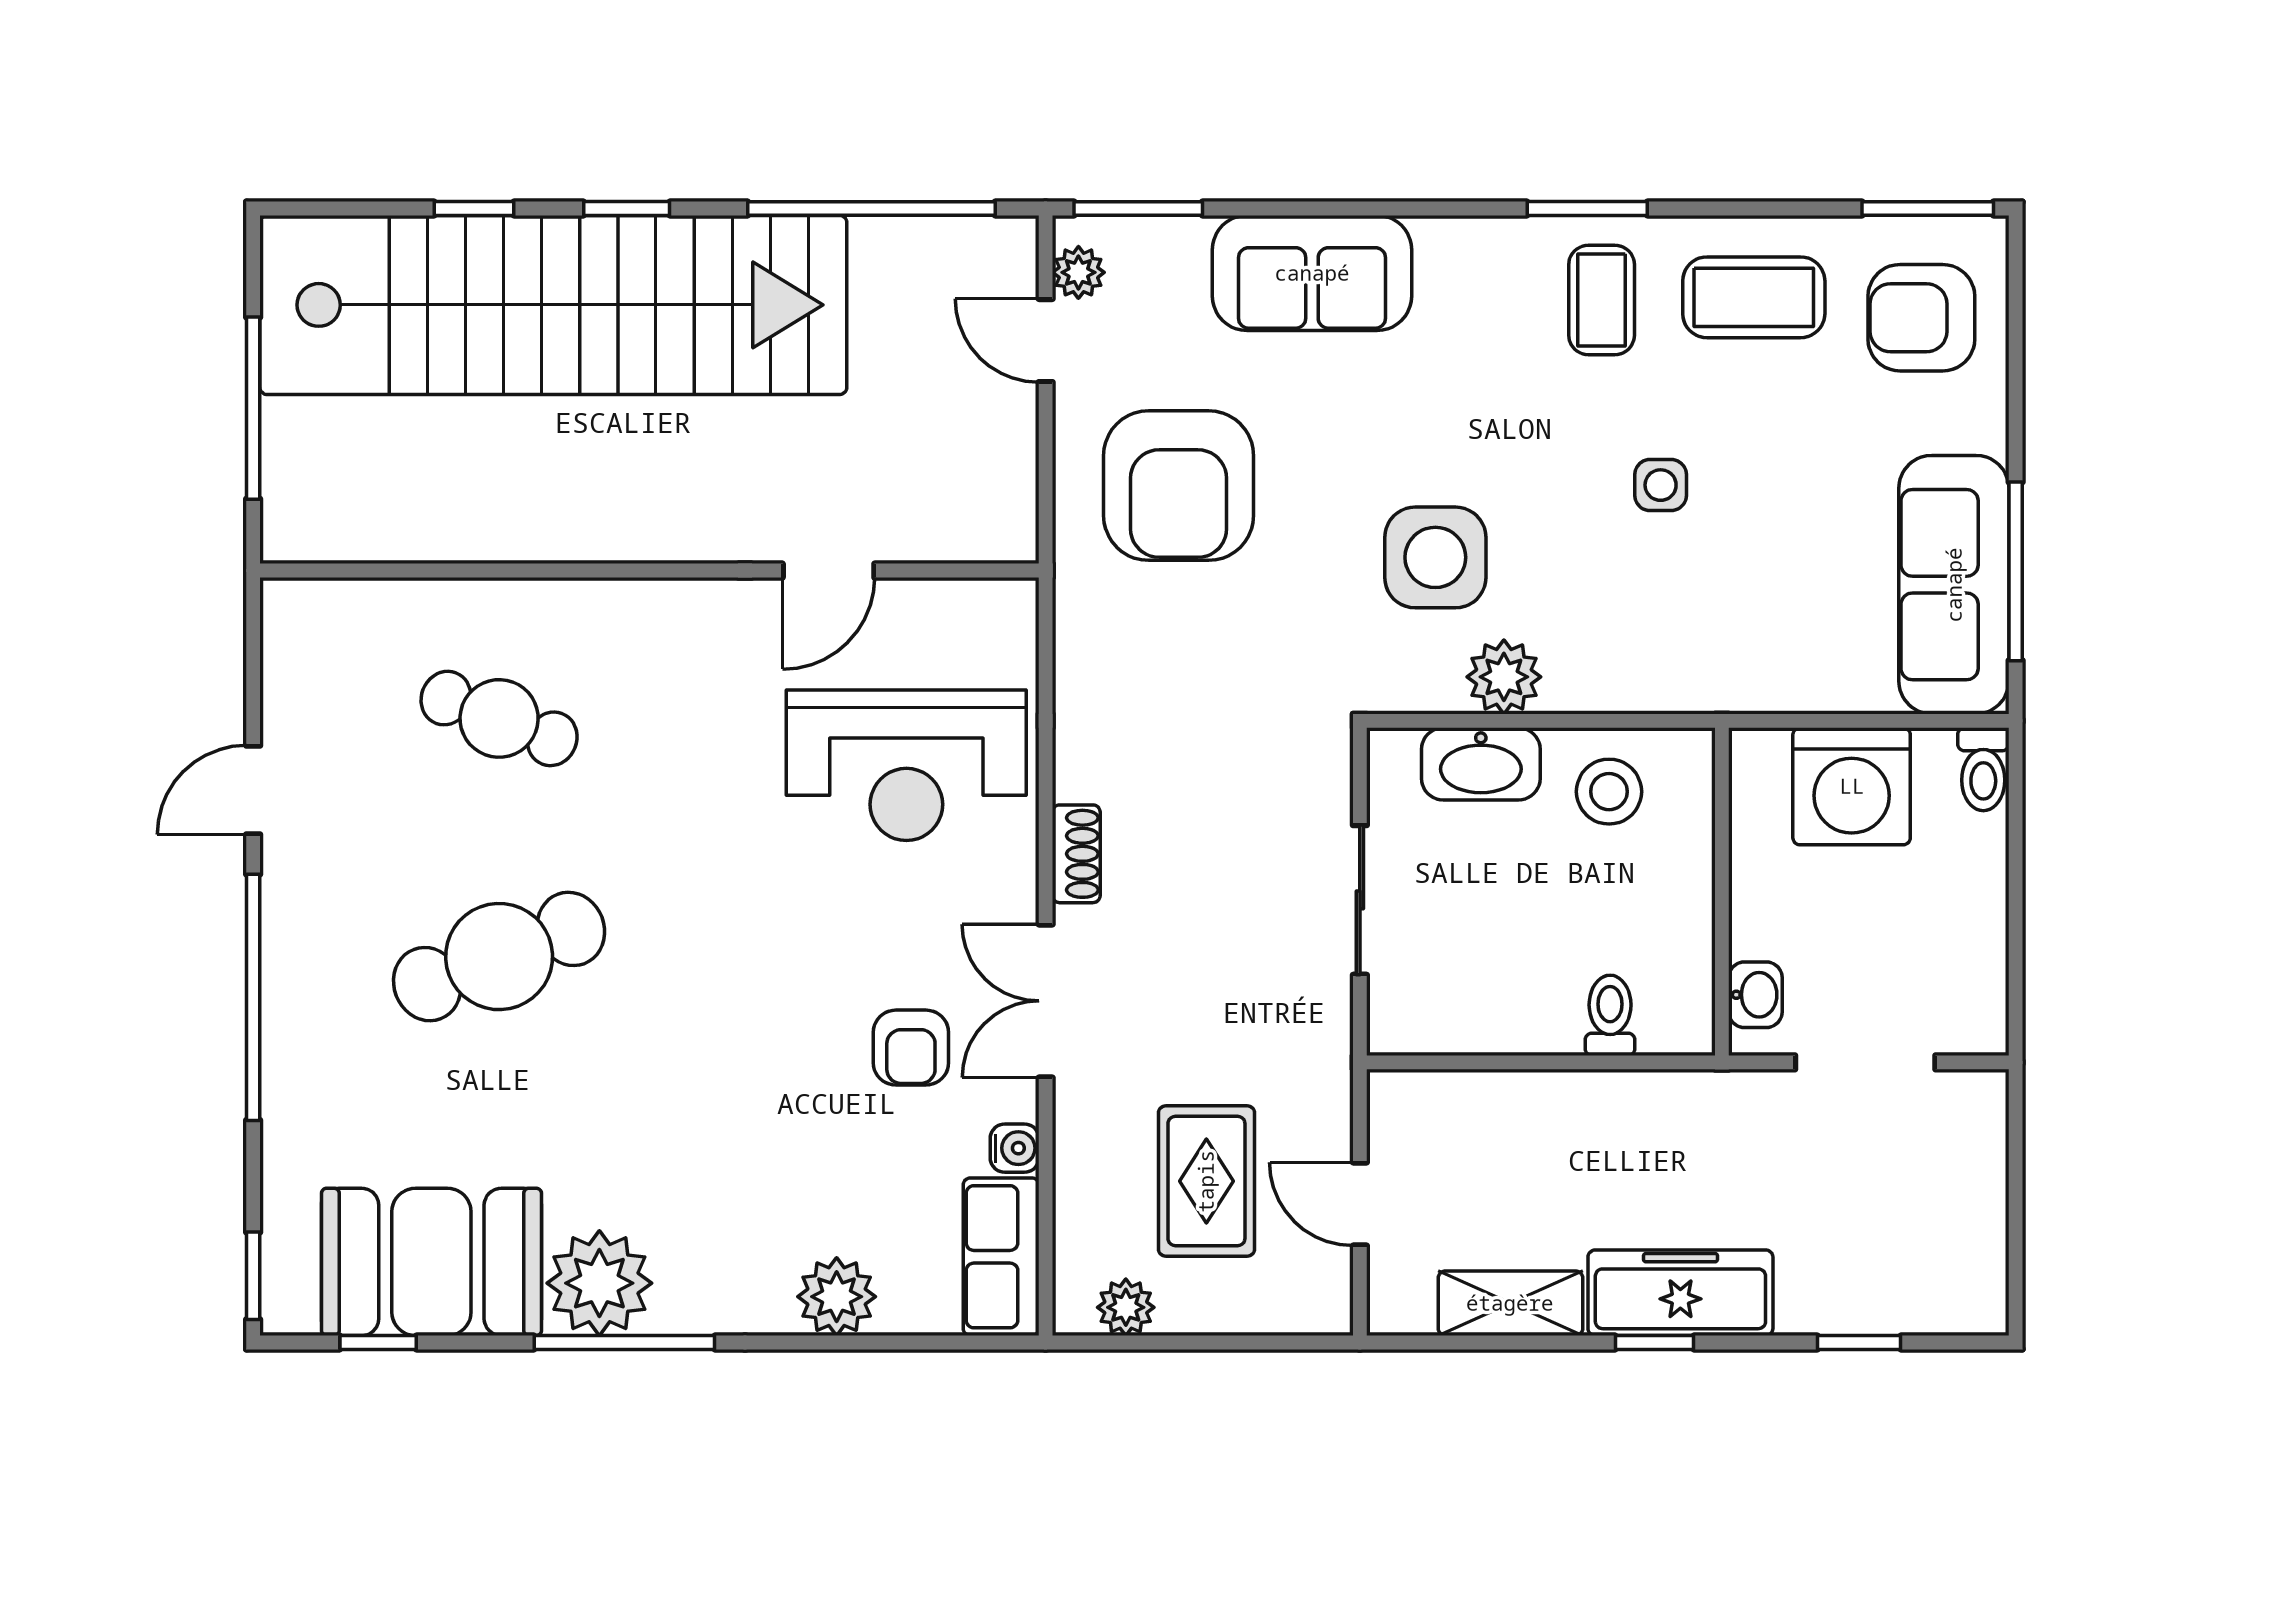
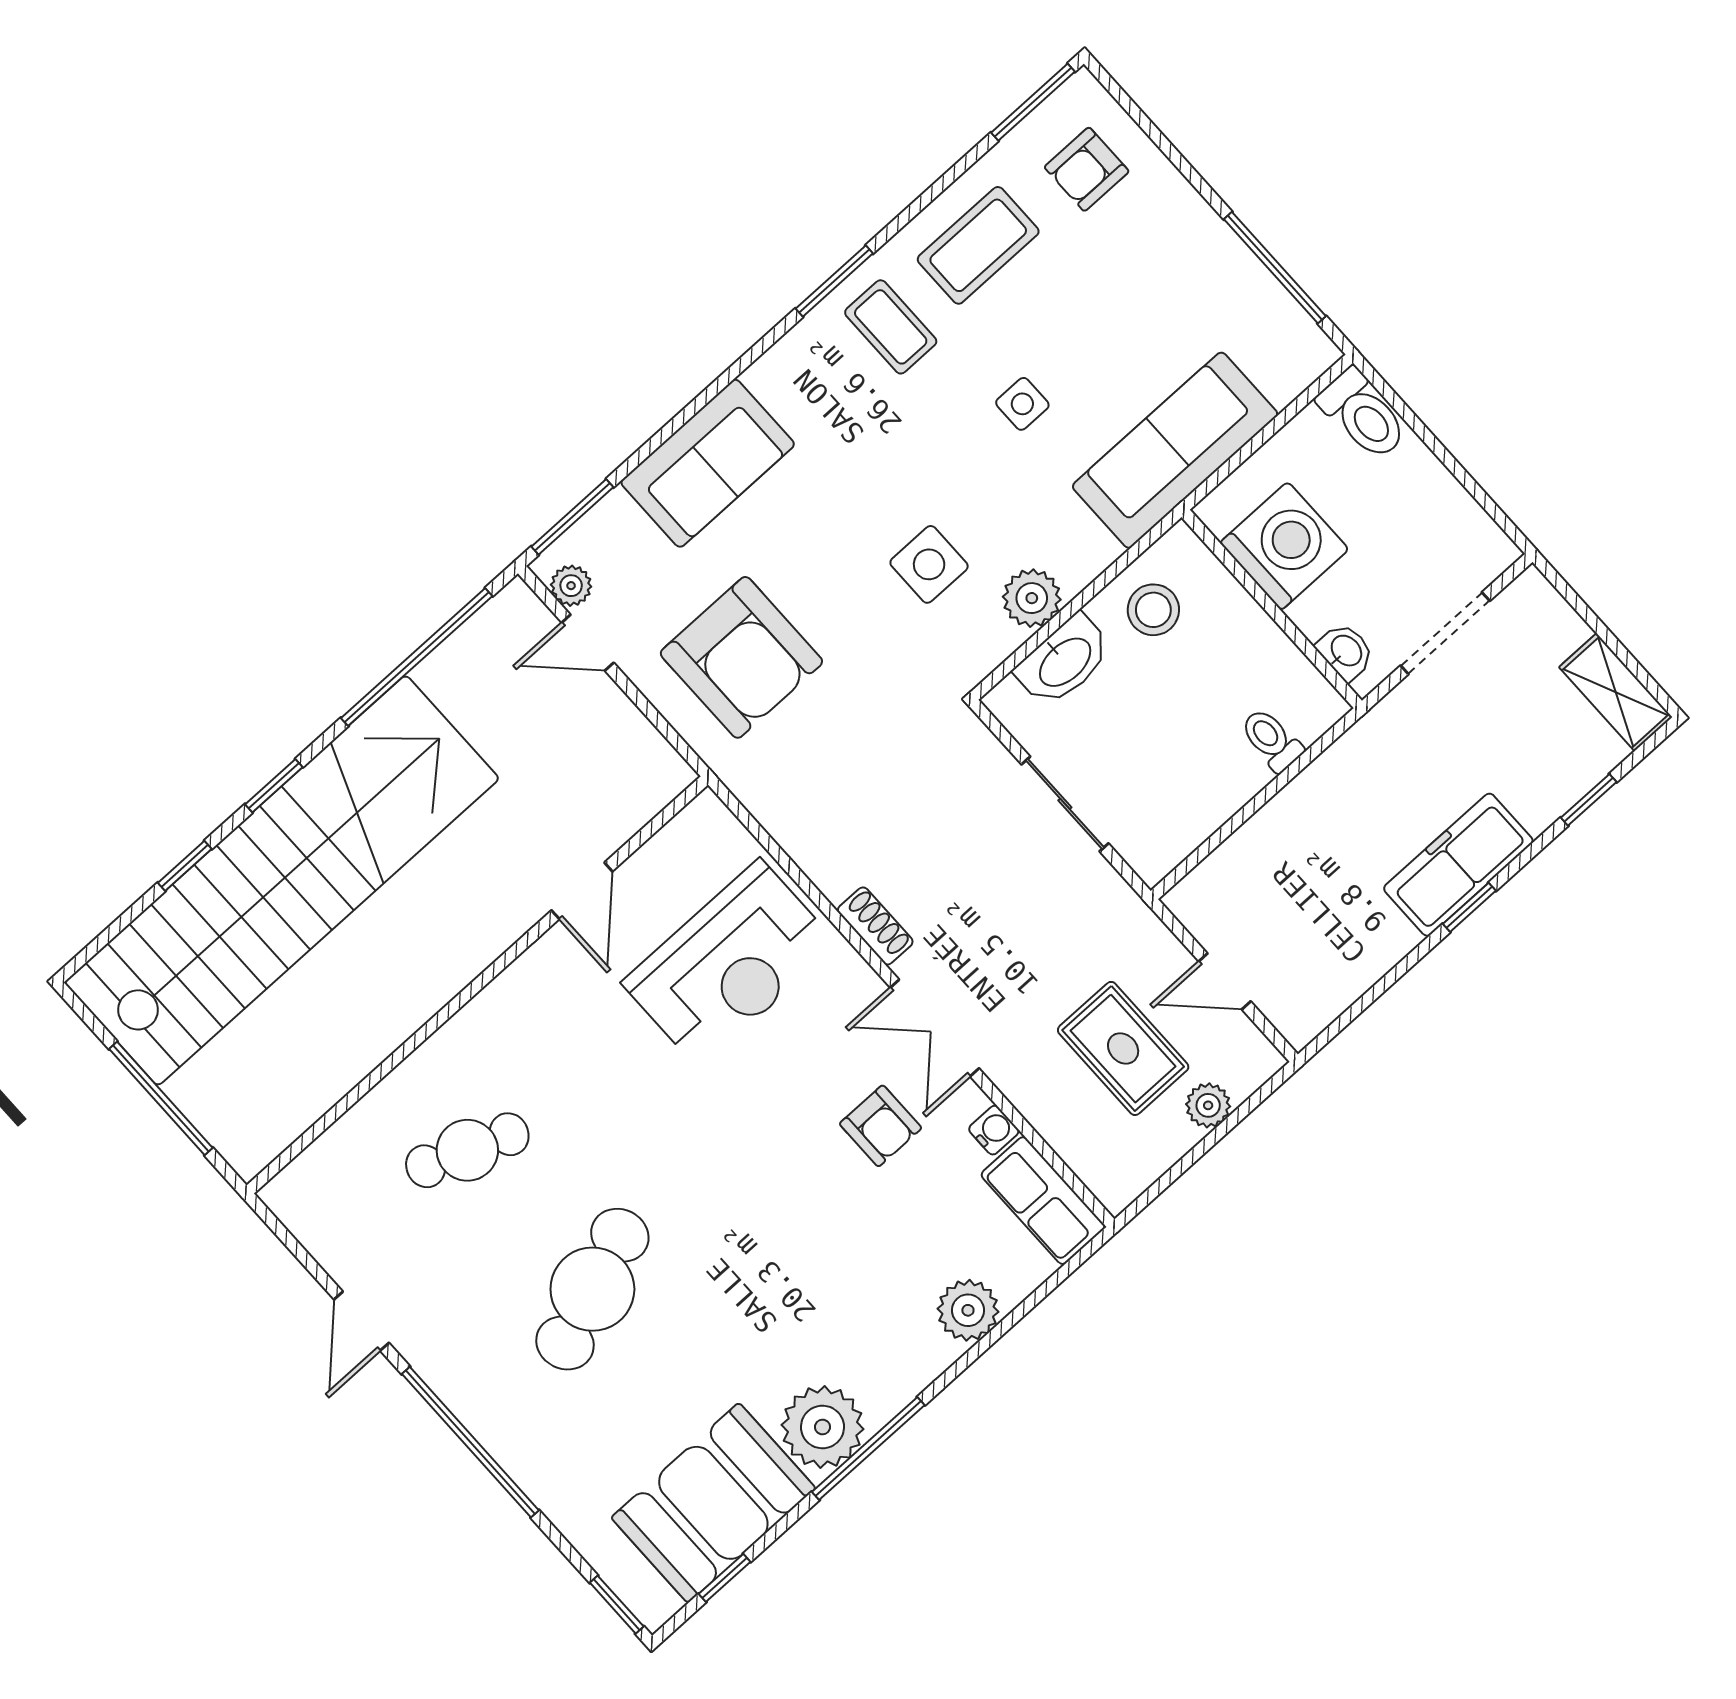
armchair: (1921, 318) -> (1087, 169), width x0.72, depth x0.72
side table: (1435, 557) -> (929, 564), width x0.73, depth x0.73
sofa: (1954, 585) -> (1175, 450), moved, turned 90
toilet: (1983, 769) -> (1363, 414), width x1.37, depth x1.39
washing machine: (1852, 786) -> (1284, 546), moved, turned -90
shelving: (1510, 1303) -> (1616, 692), moved, turned 90
plant: (1126, 1307) -> (1208, 1105), moved

